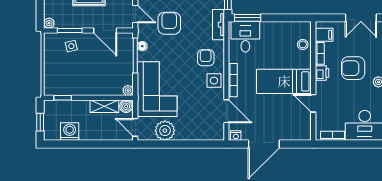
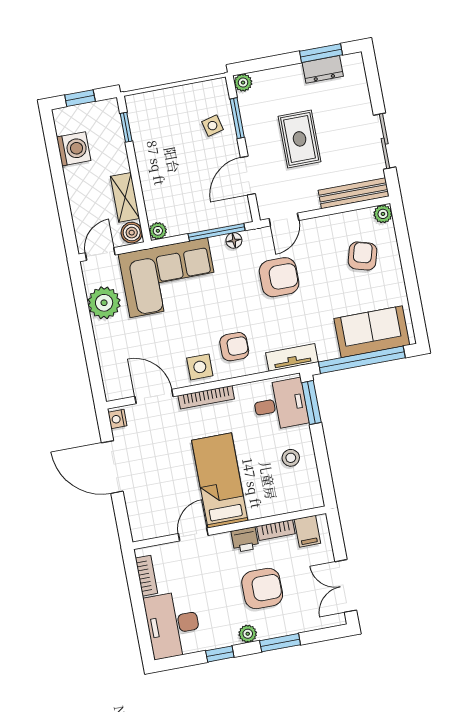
stool: (303, 44) -> (291, 458), moved
armchair: (353, 68) -> (262, 588), turned 90
door: (226, 111) -> (154, 396), swing flipped

